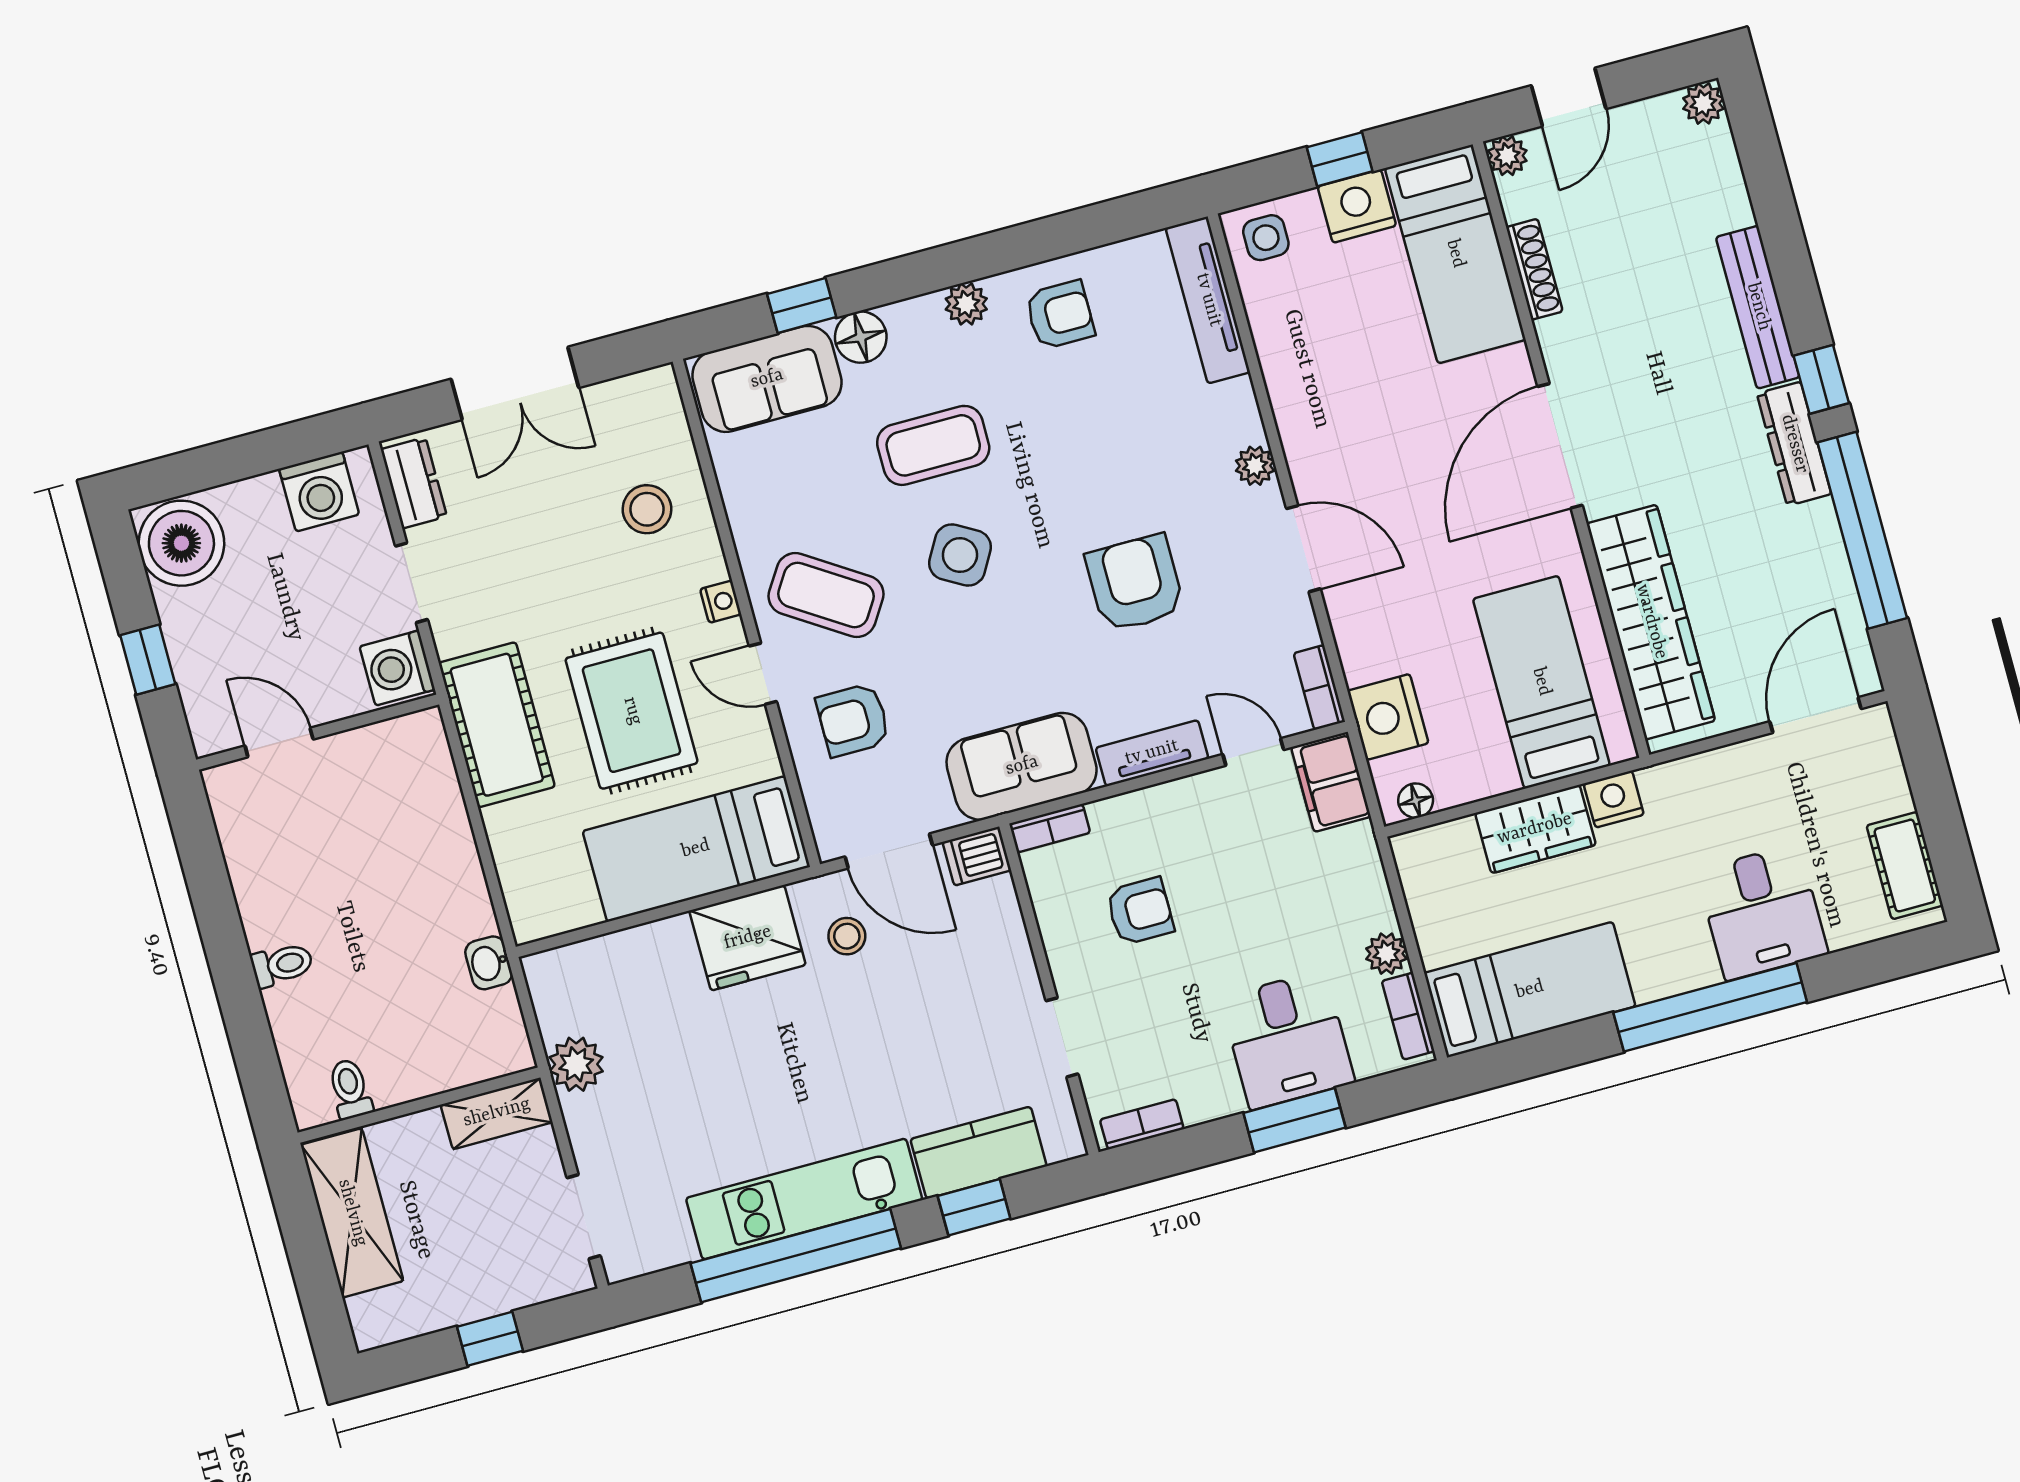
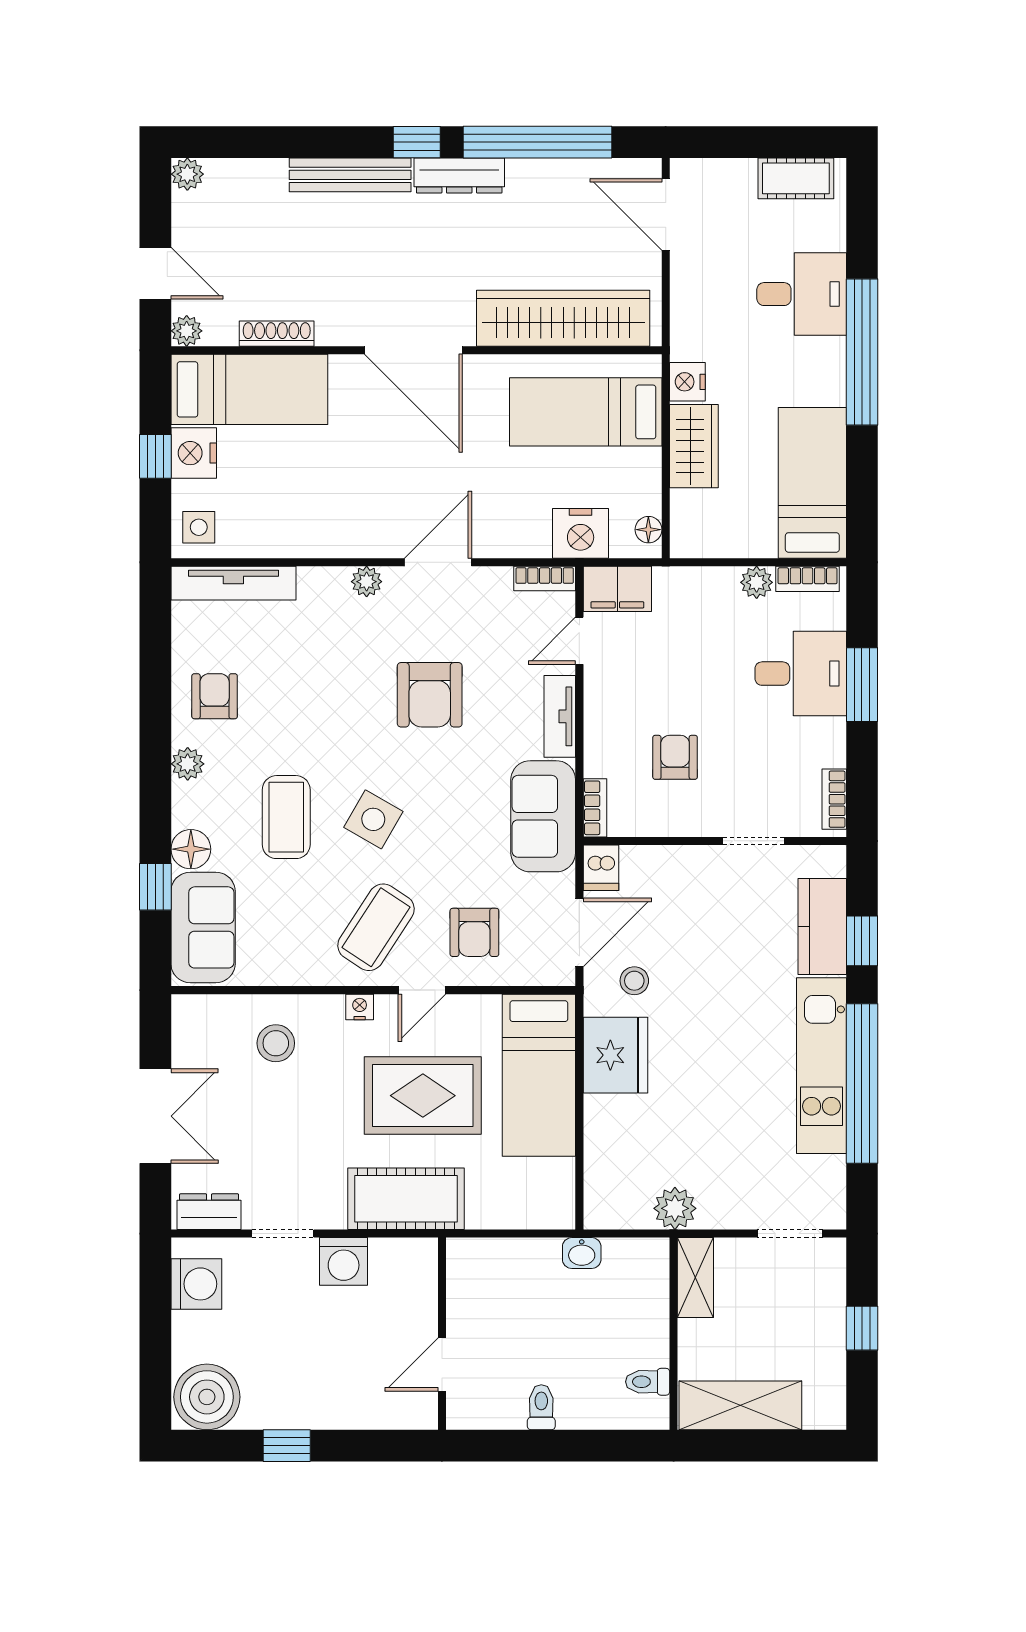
armchair: (1135, 583) -> (430, 695), turned -90
wall: (318, 732) -> (442, 1334), moved
door: (279, 743) -> (442, 1365), moved

